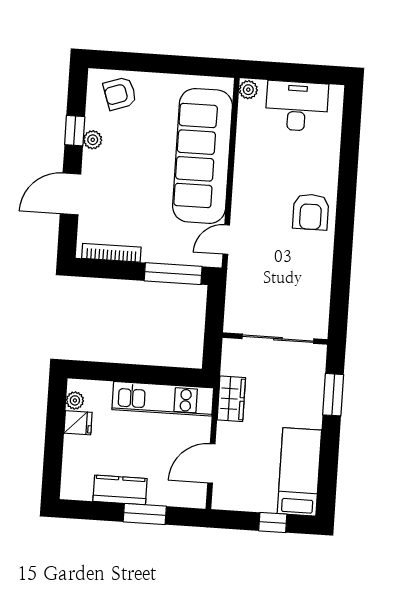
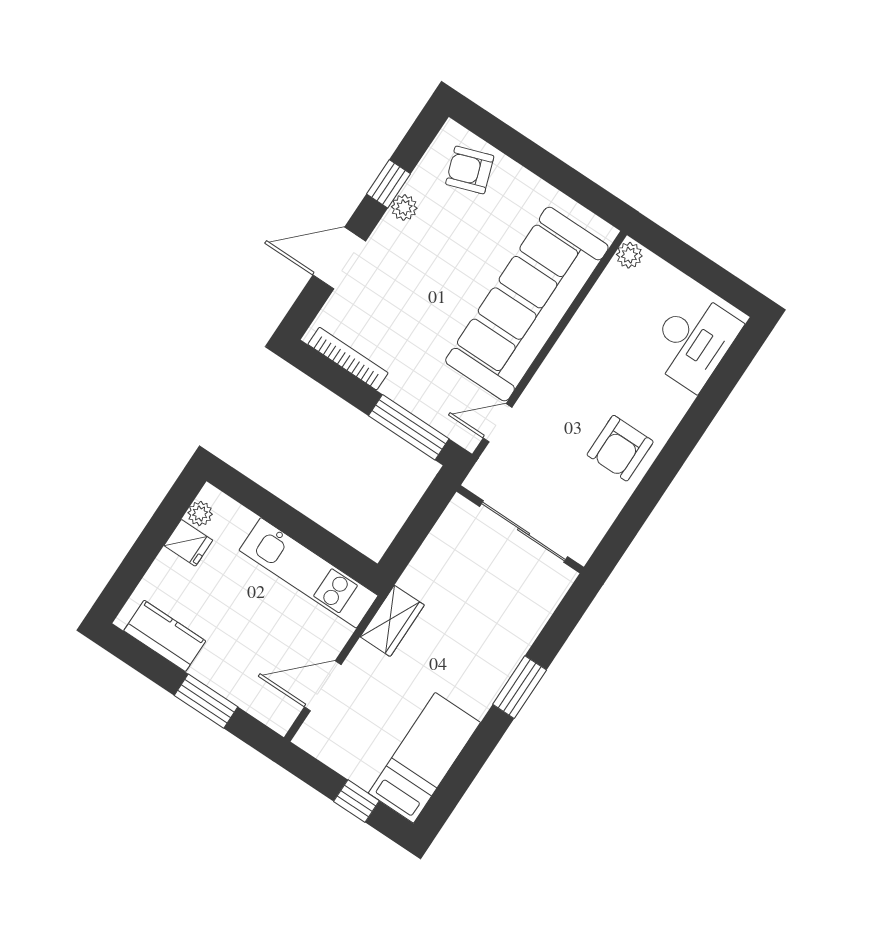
desk: (297, 106) -> (693, 341), moved, turned 90
wall: (275, 339) -> (520, 529), moved
sliding door: (278, 339) -> (524, 532), moved
kitchen counter: (120, 490) -> (165, 636), moved

